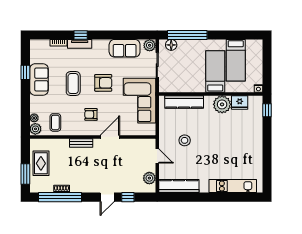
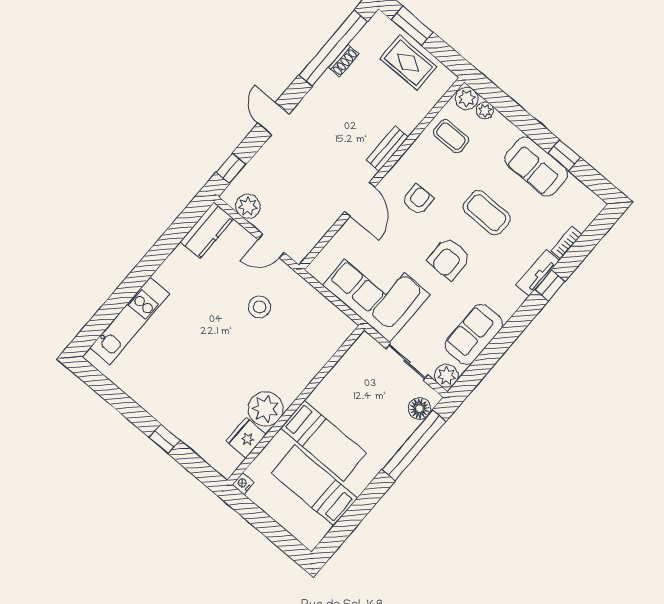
kitchen counter: (184, 102) -> (318, 355), removed
window: (267, 110) -> (164, 439), moved
kitchen counter: (179, 186) -> (207, 230), width x0.67
window: (128, 197) -> (231, 168), moved

